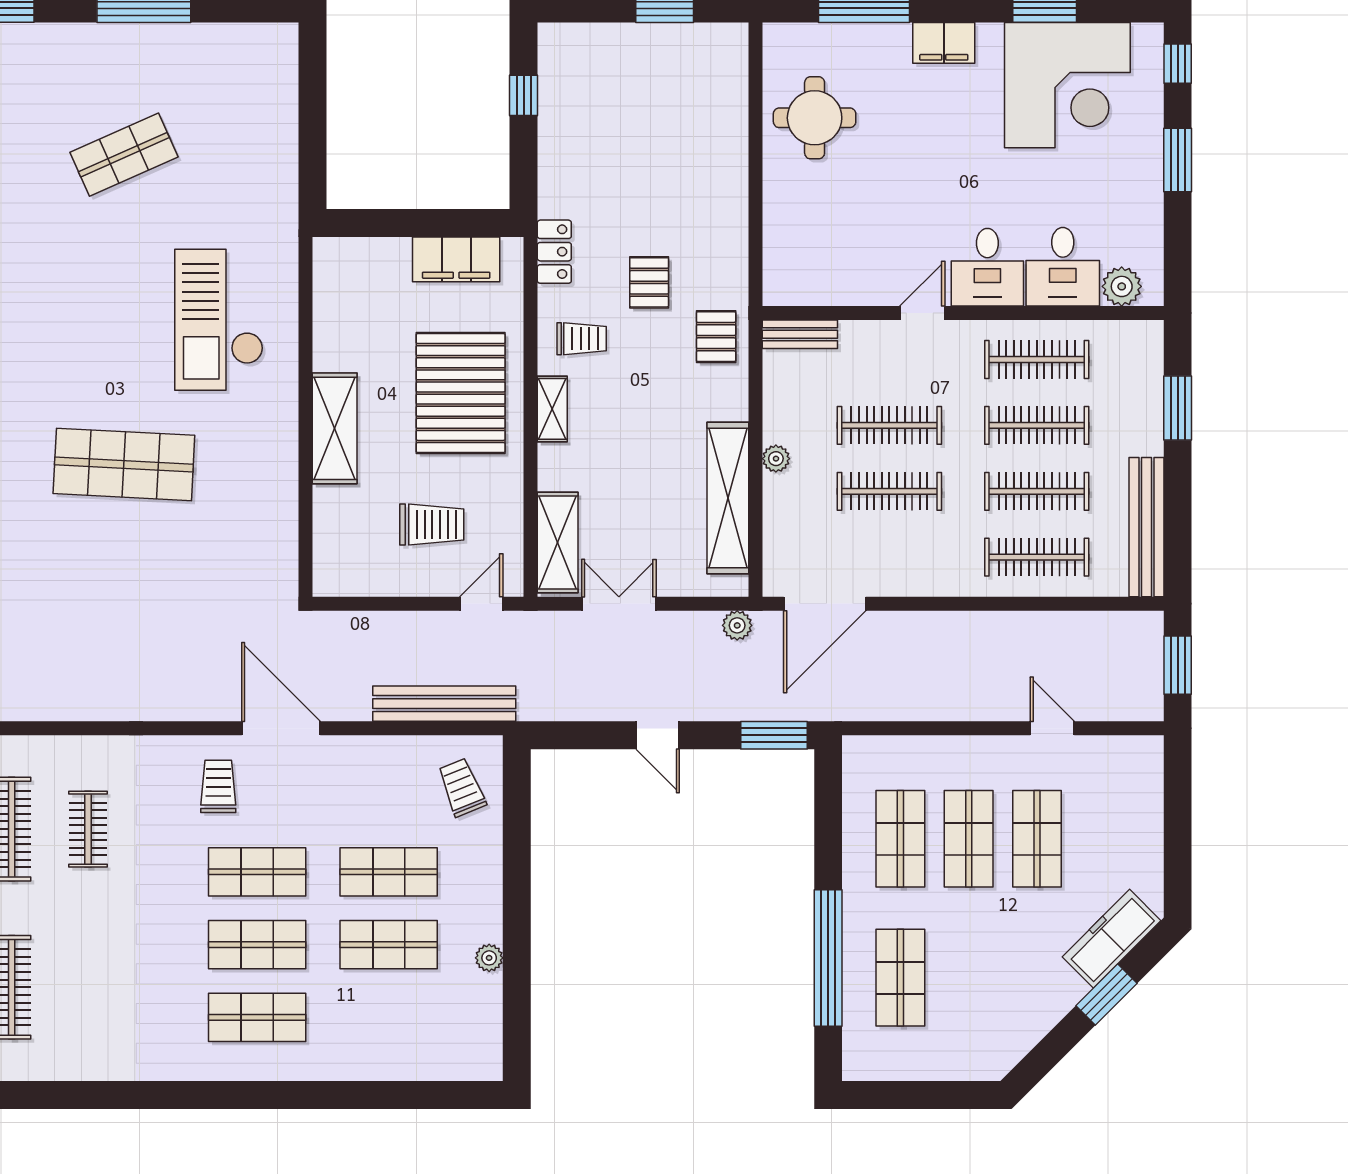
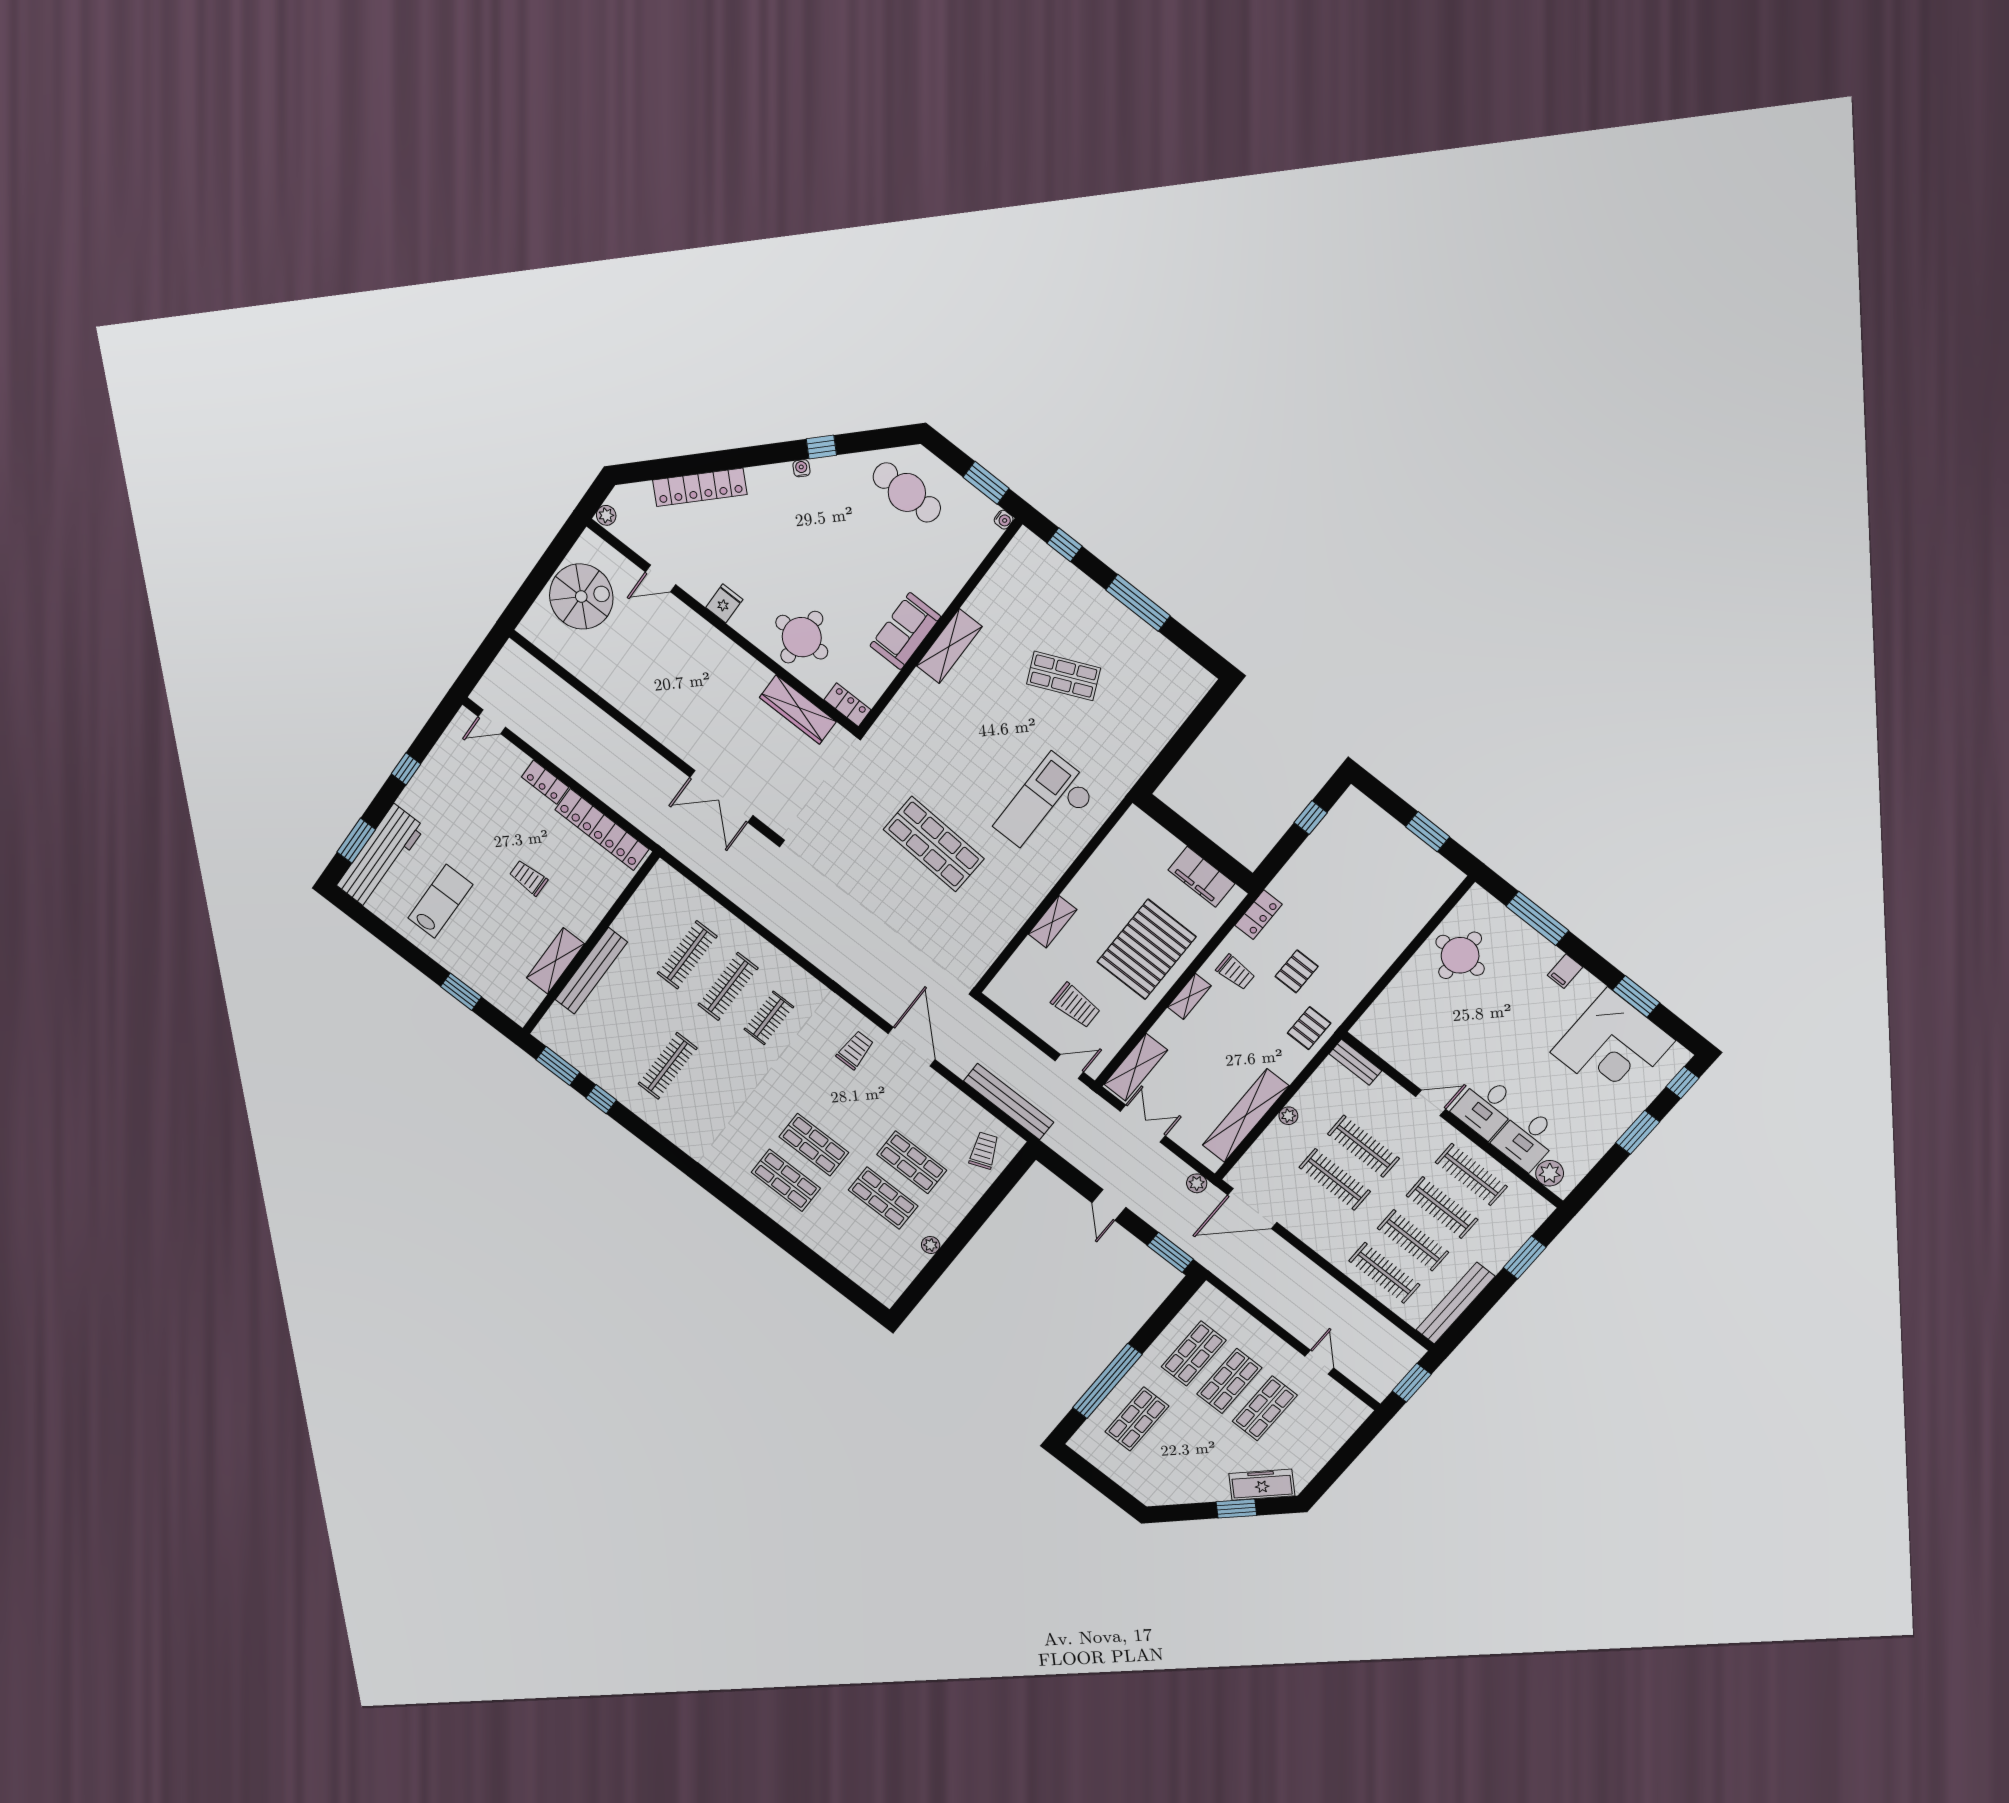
filing cabinet: (944, 43) -> (1565, 971), width x0.50
shelving: (335, 428) -> (1053, 922), width x0.67, depth x0.75
shop shelf: (257, 872) -> (842, 1109), removed

